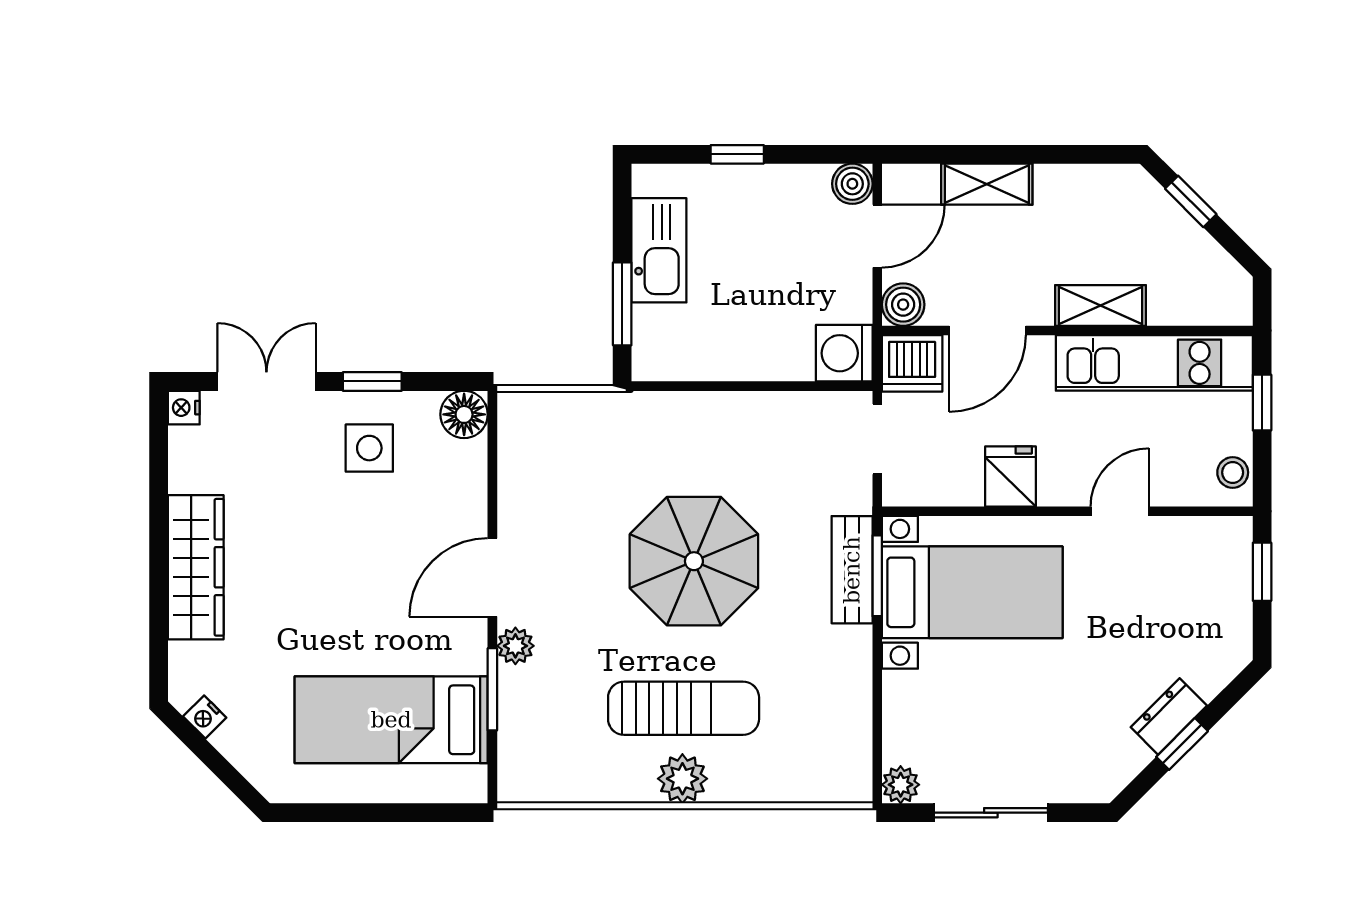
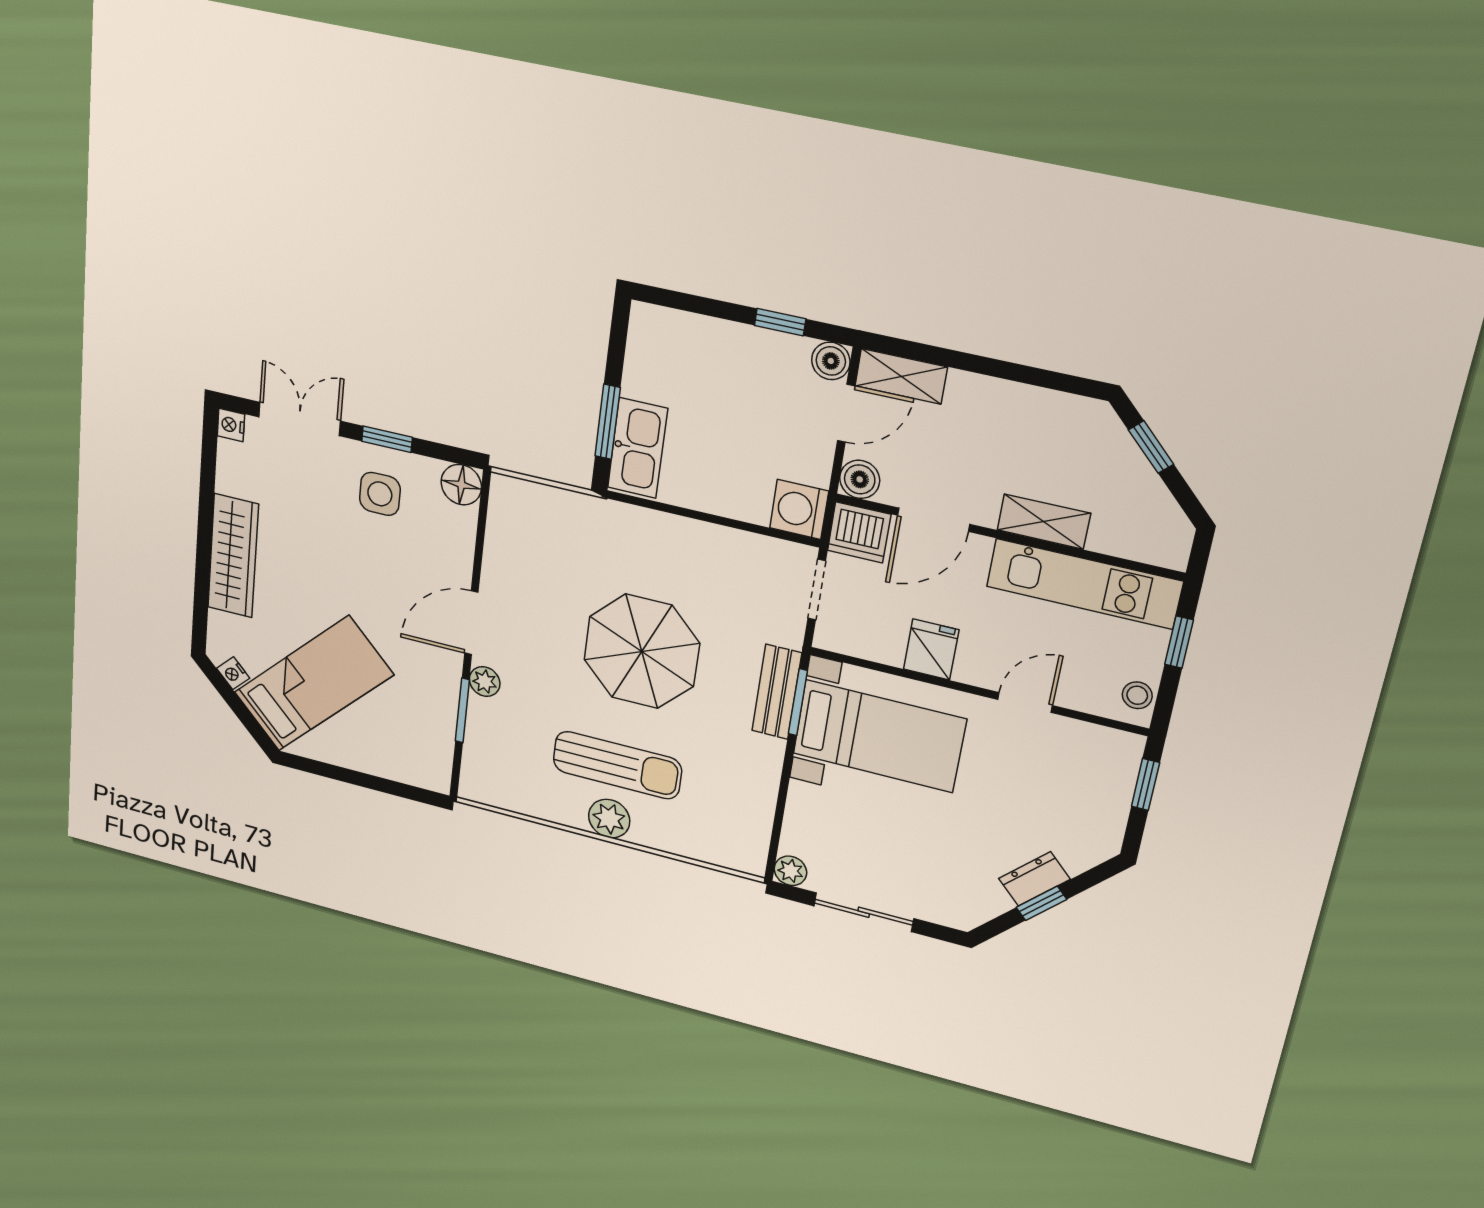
window: (737, 154) -> (780, 322), moved
shelving: (987, 184) -> (901, 376), moved
kitchen sink: (659, 250) -> (637, 448), moved
bed: (391, 720) -> (313, 684), moved, turned 135

